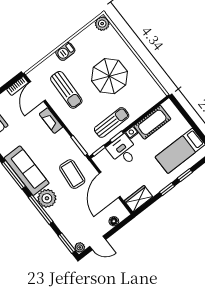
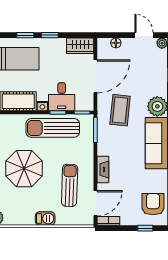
sun lounger: (112, 122) -> (53, 128), width x1.36, depth x1.34

